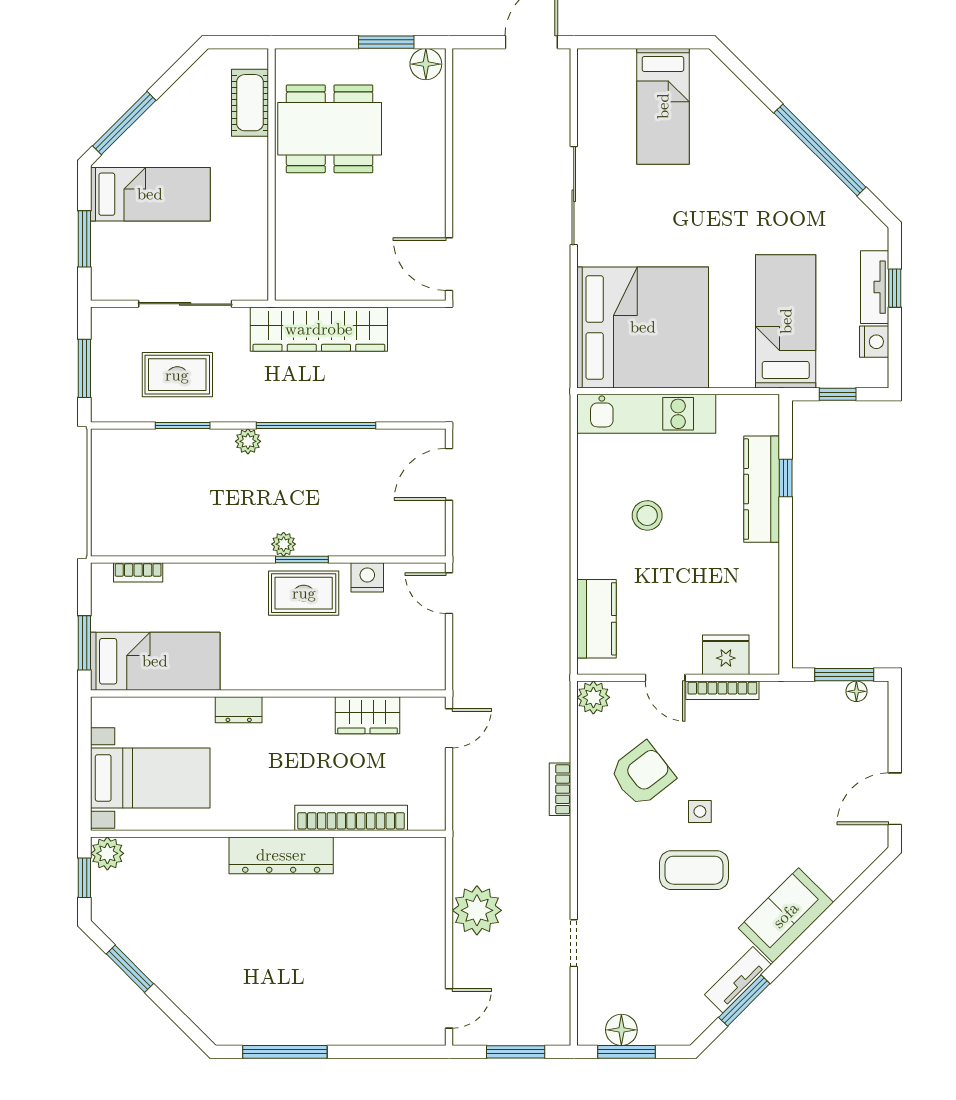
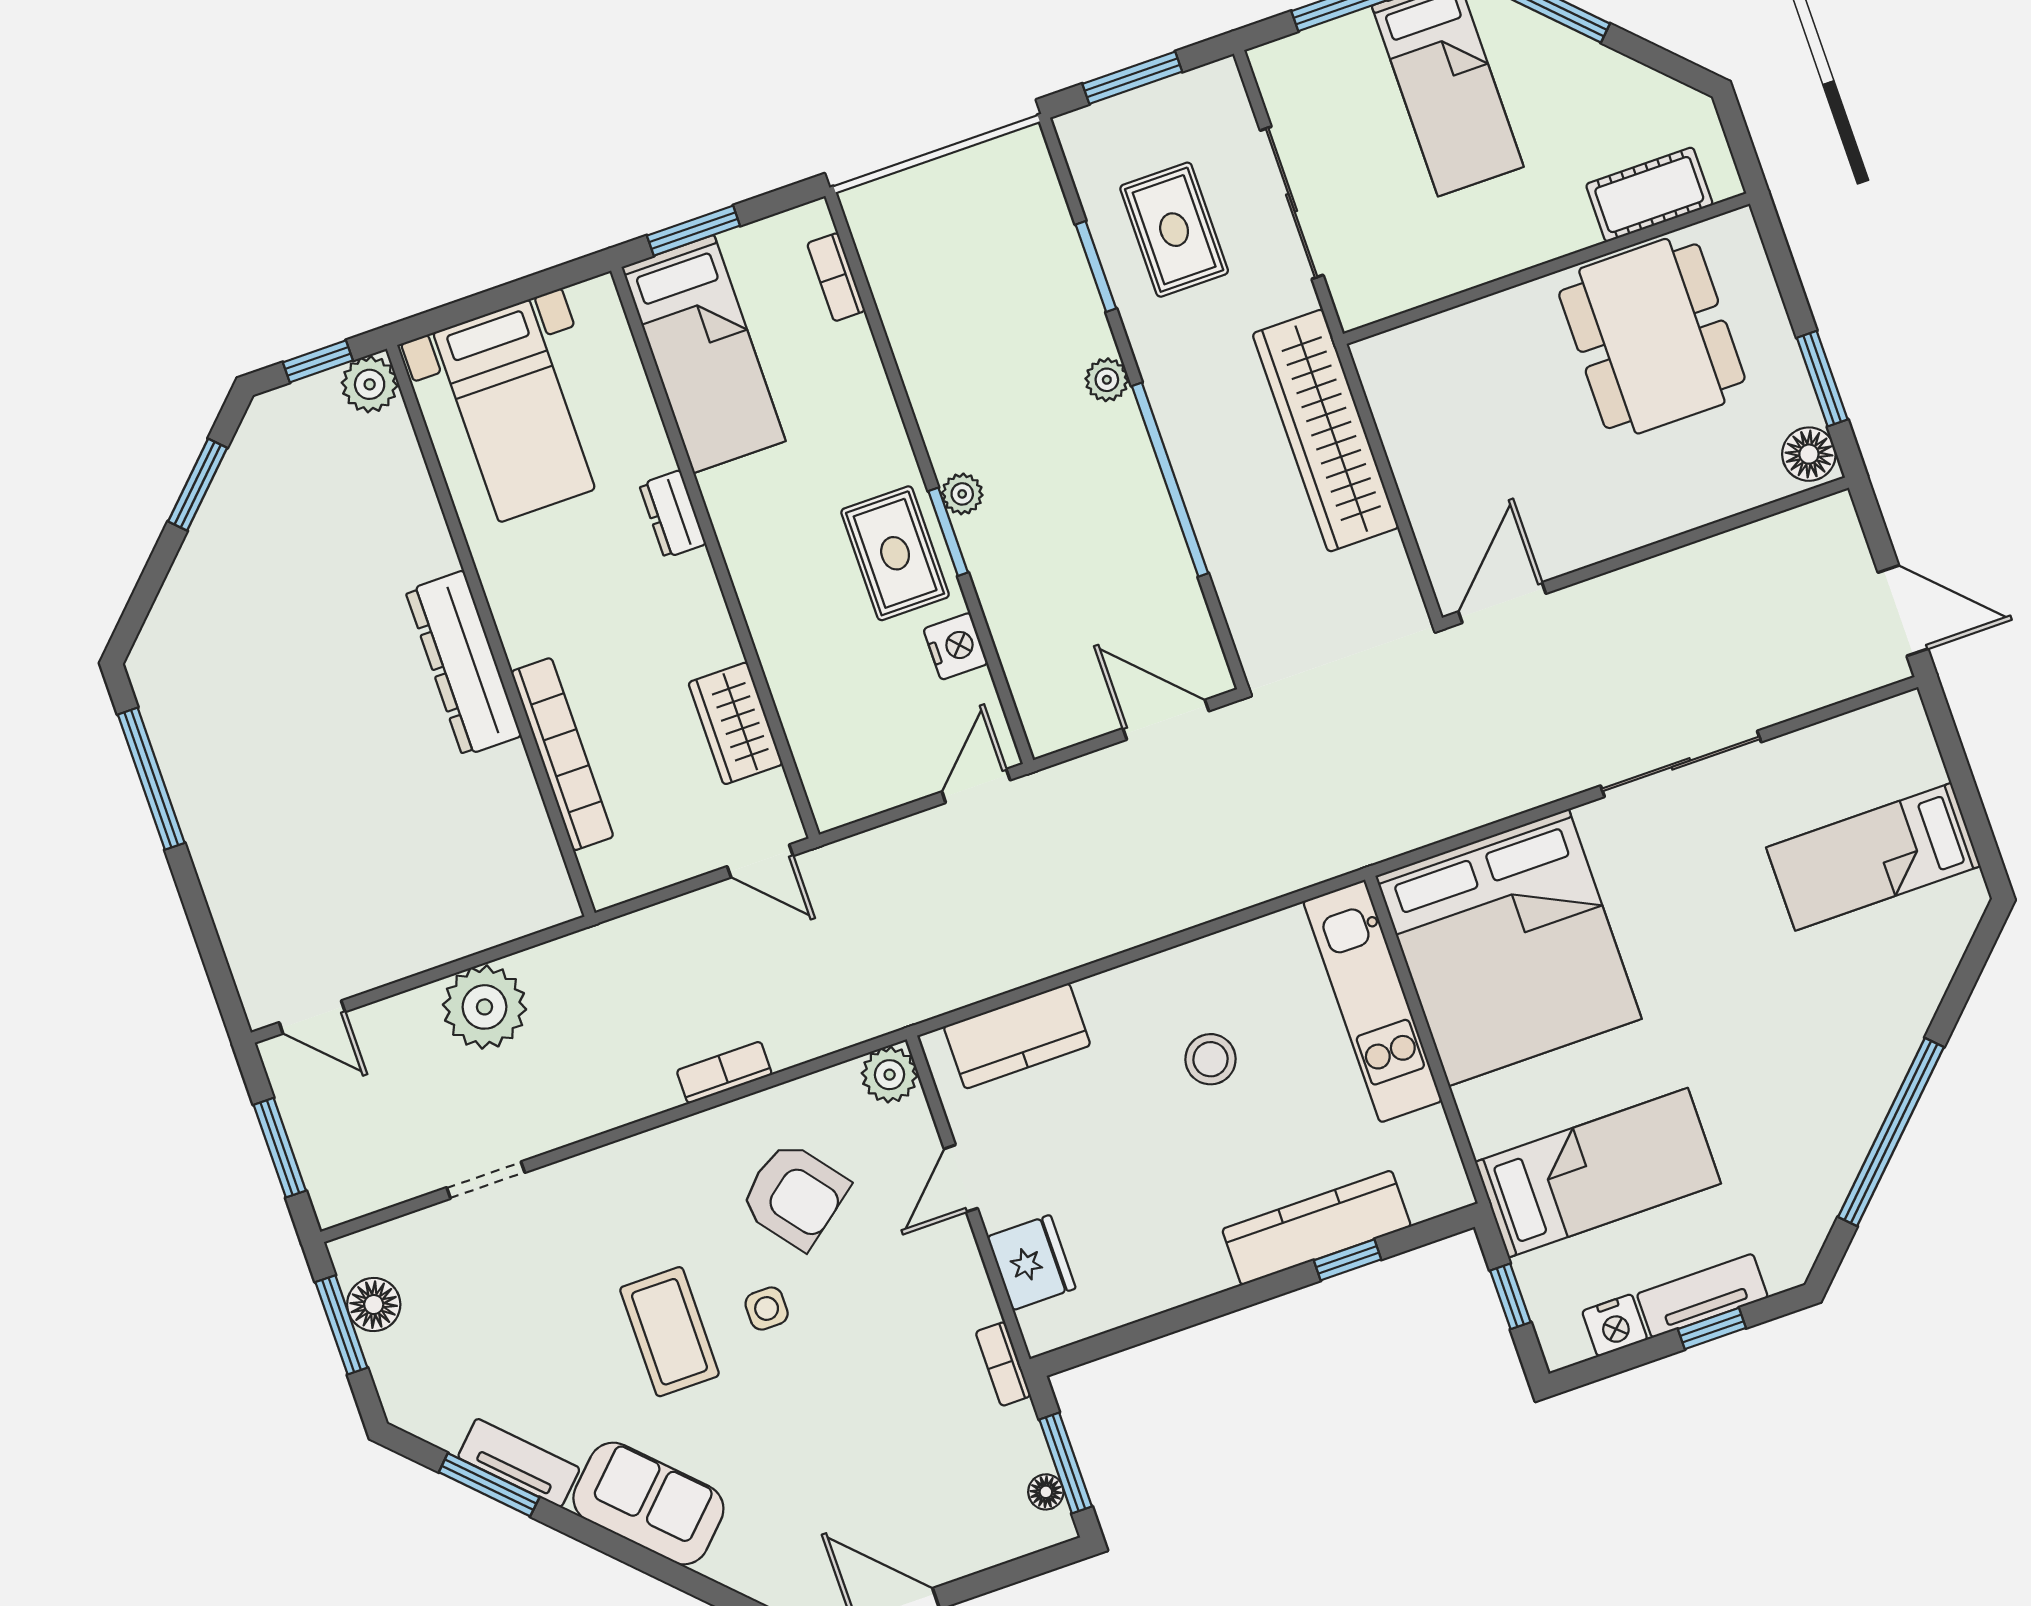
bookcase: (722, 690) -> (1003, 1364), moved, width x0.64

